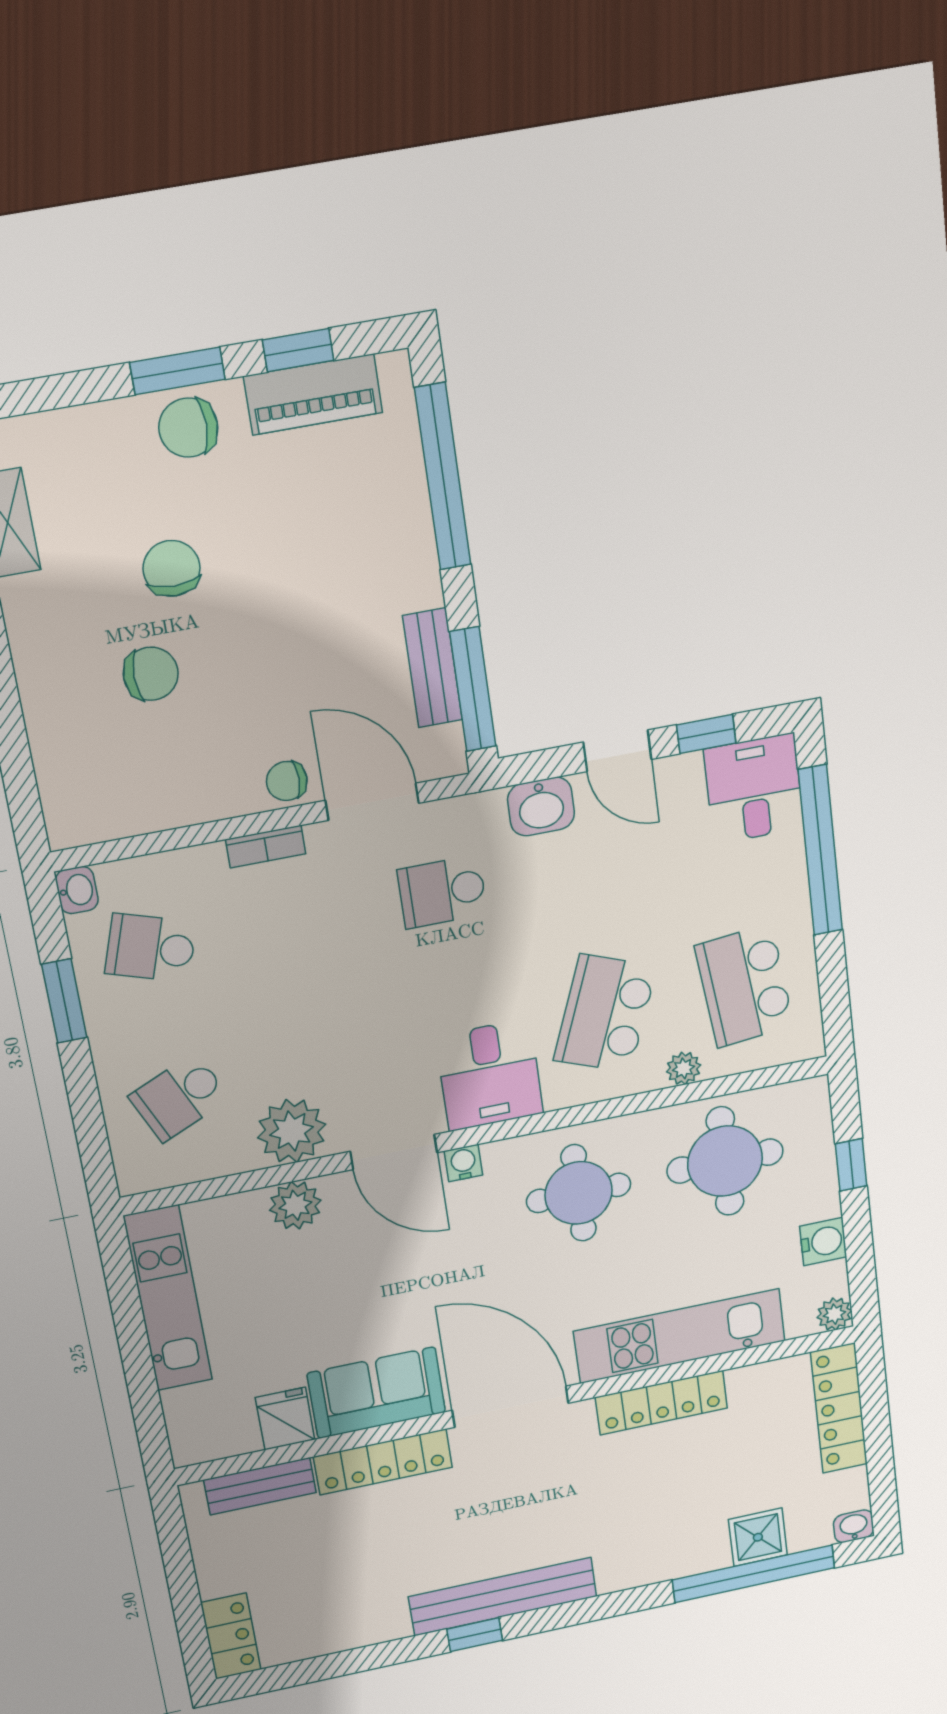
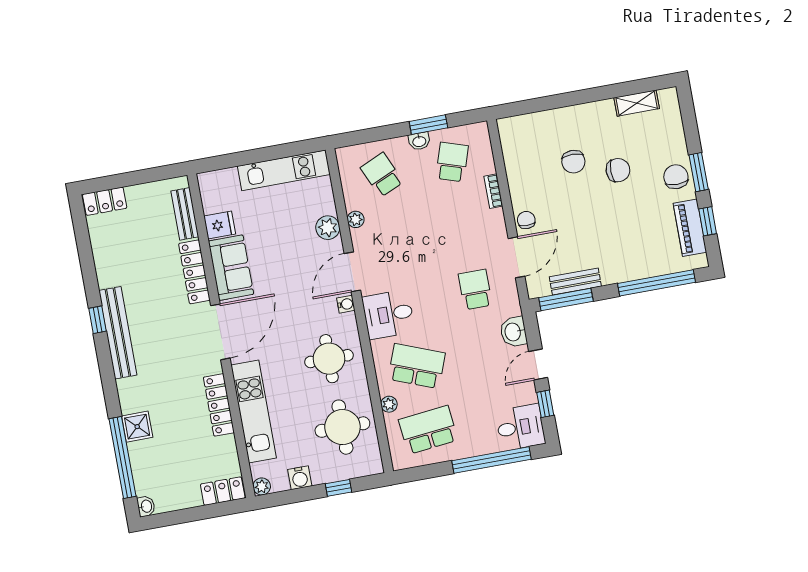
bookcase: (266, 847) -> (493, 191), moved
washbasin: (77, 890) -> (419, 141), moved
plant: (292, 1131) -> (356, 219), width x0.53, depth x0.53
locker: (839, 1408) -> (223, 491), width x0.66
shower: (758, 1537) -> (137, 427), moved

